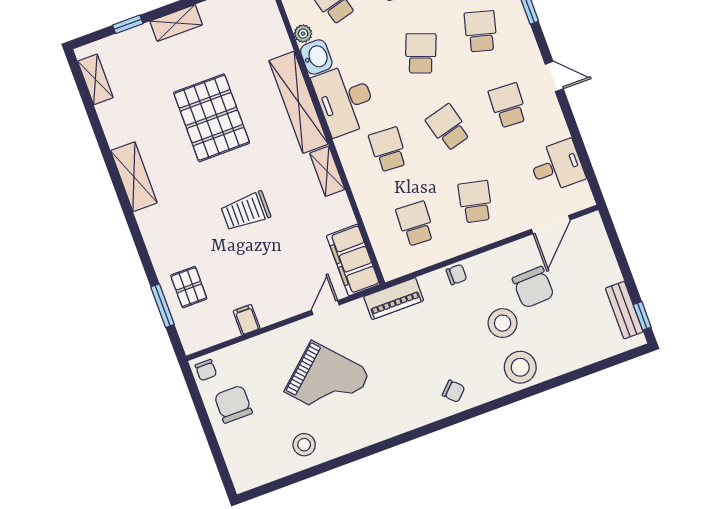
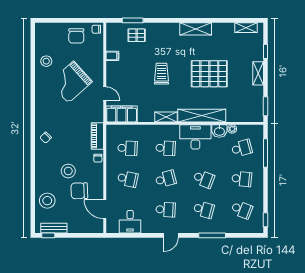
piano: (394, 299) -> (97, 136), moved
stool: (520, 367) -> (47, 201), moved
chair: (233, 404) -> (76, 36), turned 90

